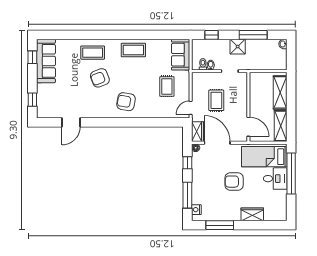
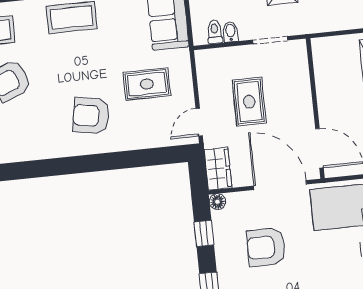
rug: (167, 86) -> (147, 84), turned 90
armchair: (126, 102) -> (91, 116), moved
door: (217, 143) -> (280, 185), moved
armchair: (234, 182) -> (266, 247), moved

